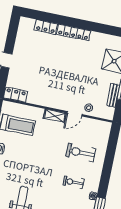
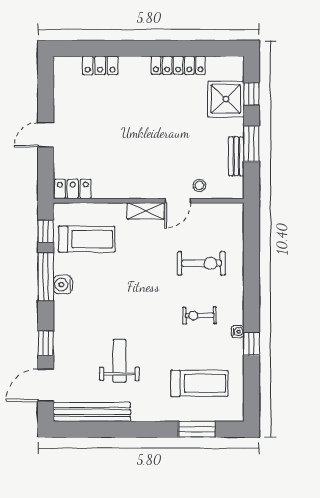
locker: (74, 33) -> (178, 65), moved
exercise bike: (81, 152) -> (202, 263), turned 180

